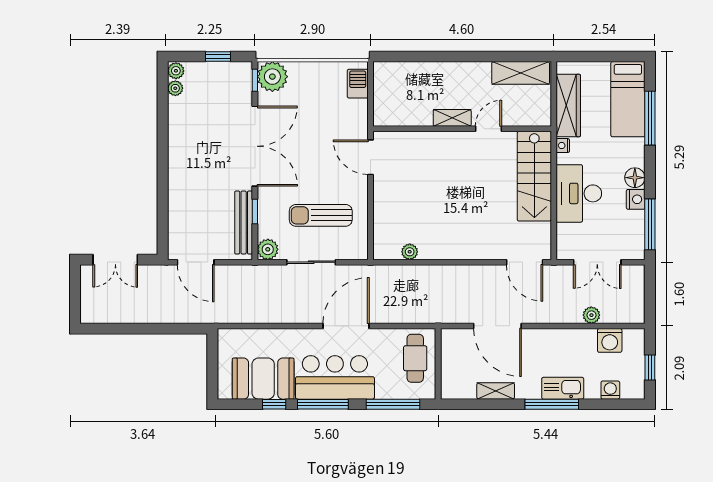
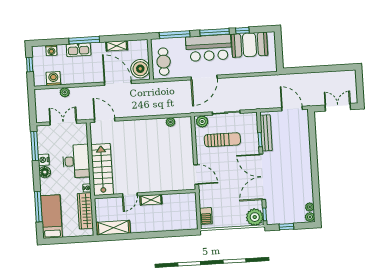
plant: (268, 249) -> (202, 121), moved
boiler: (457, 348) -> (140, 69), added

